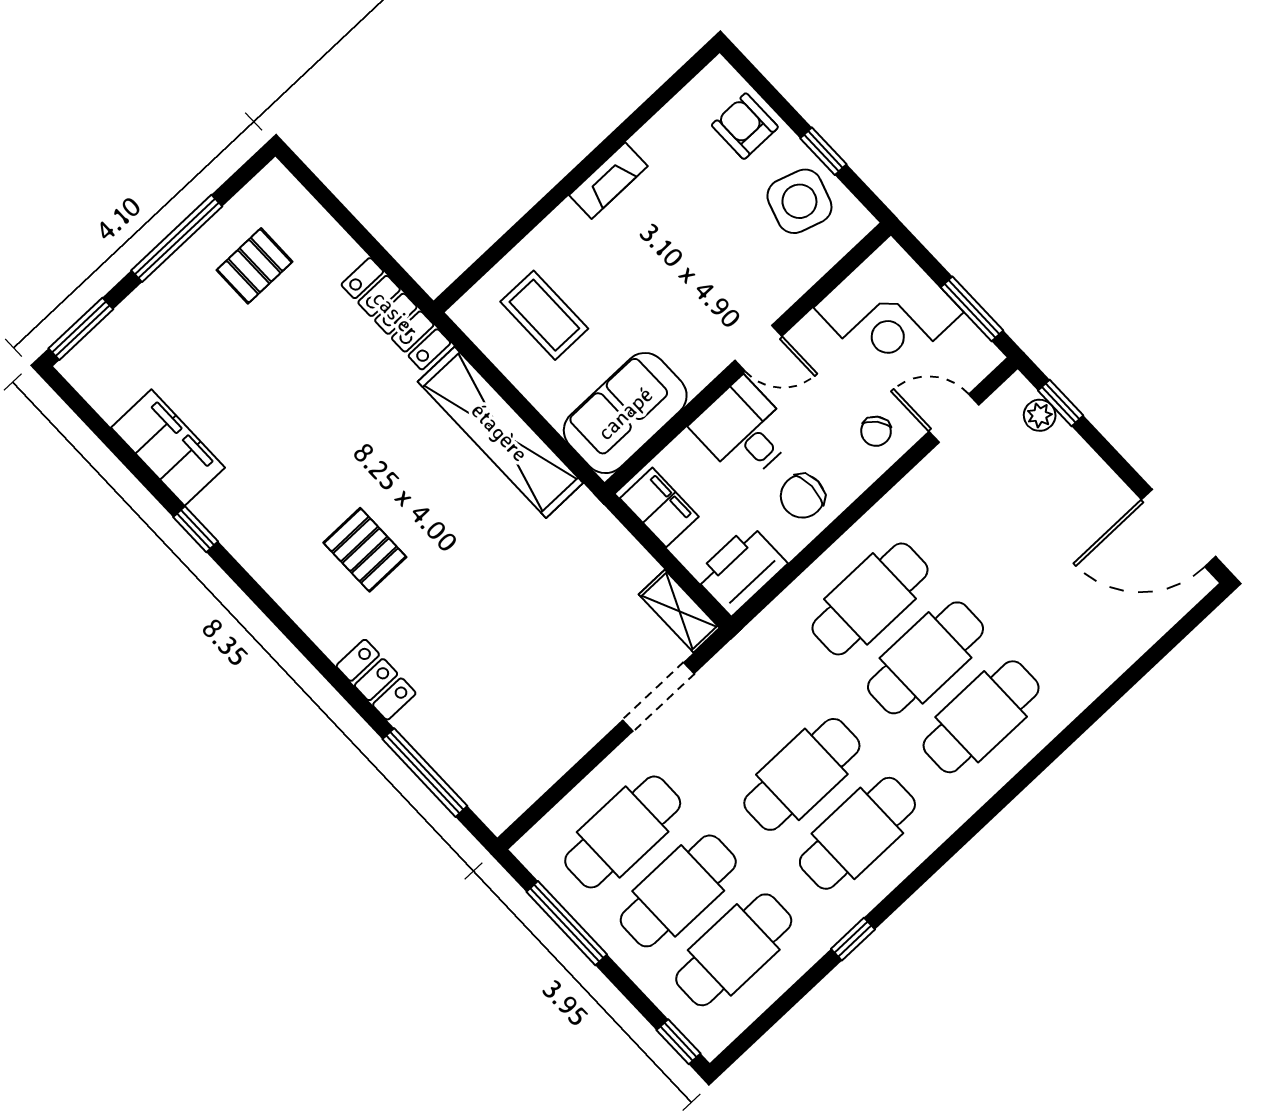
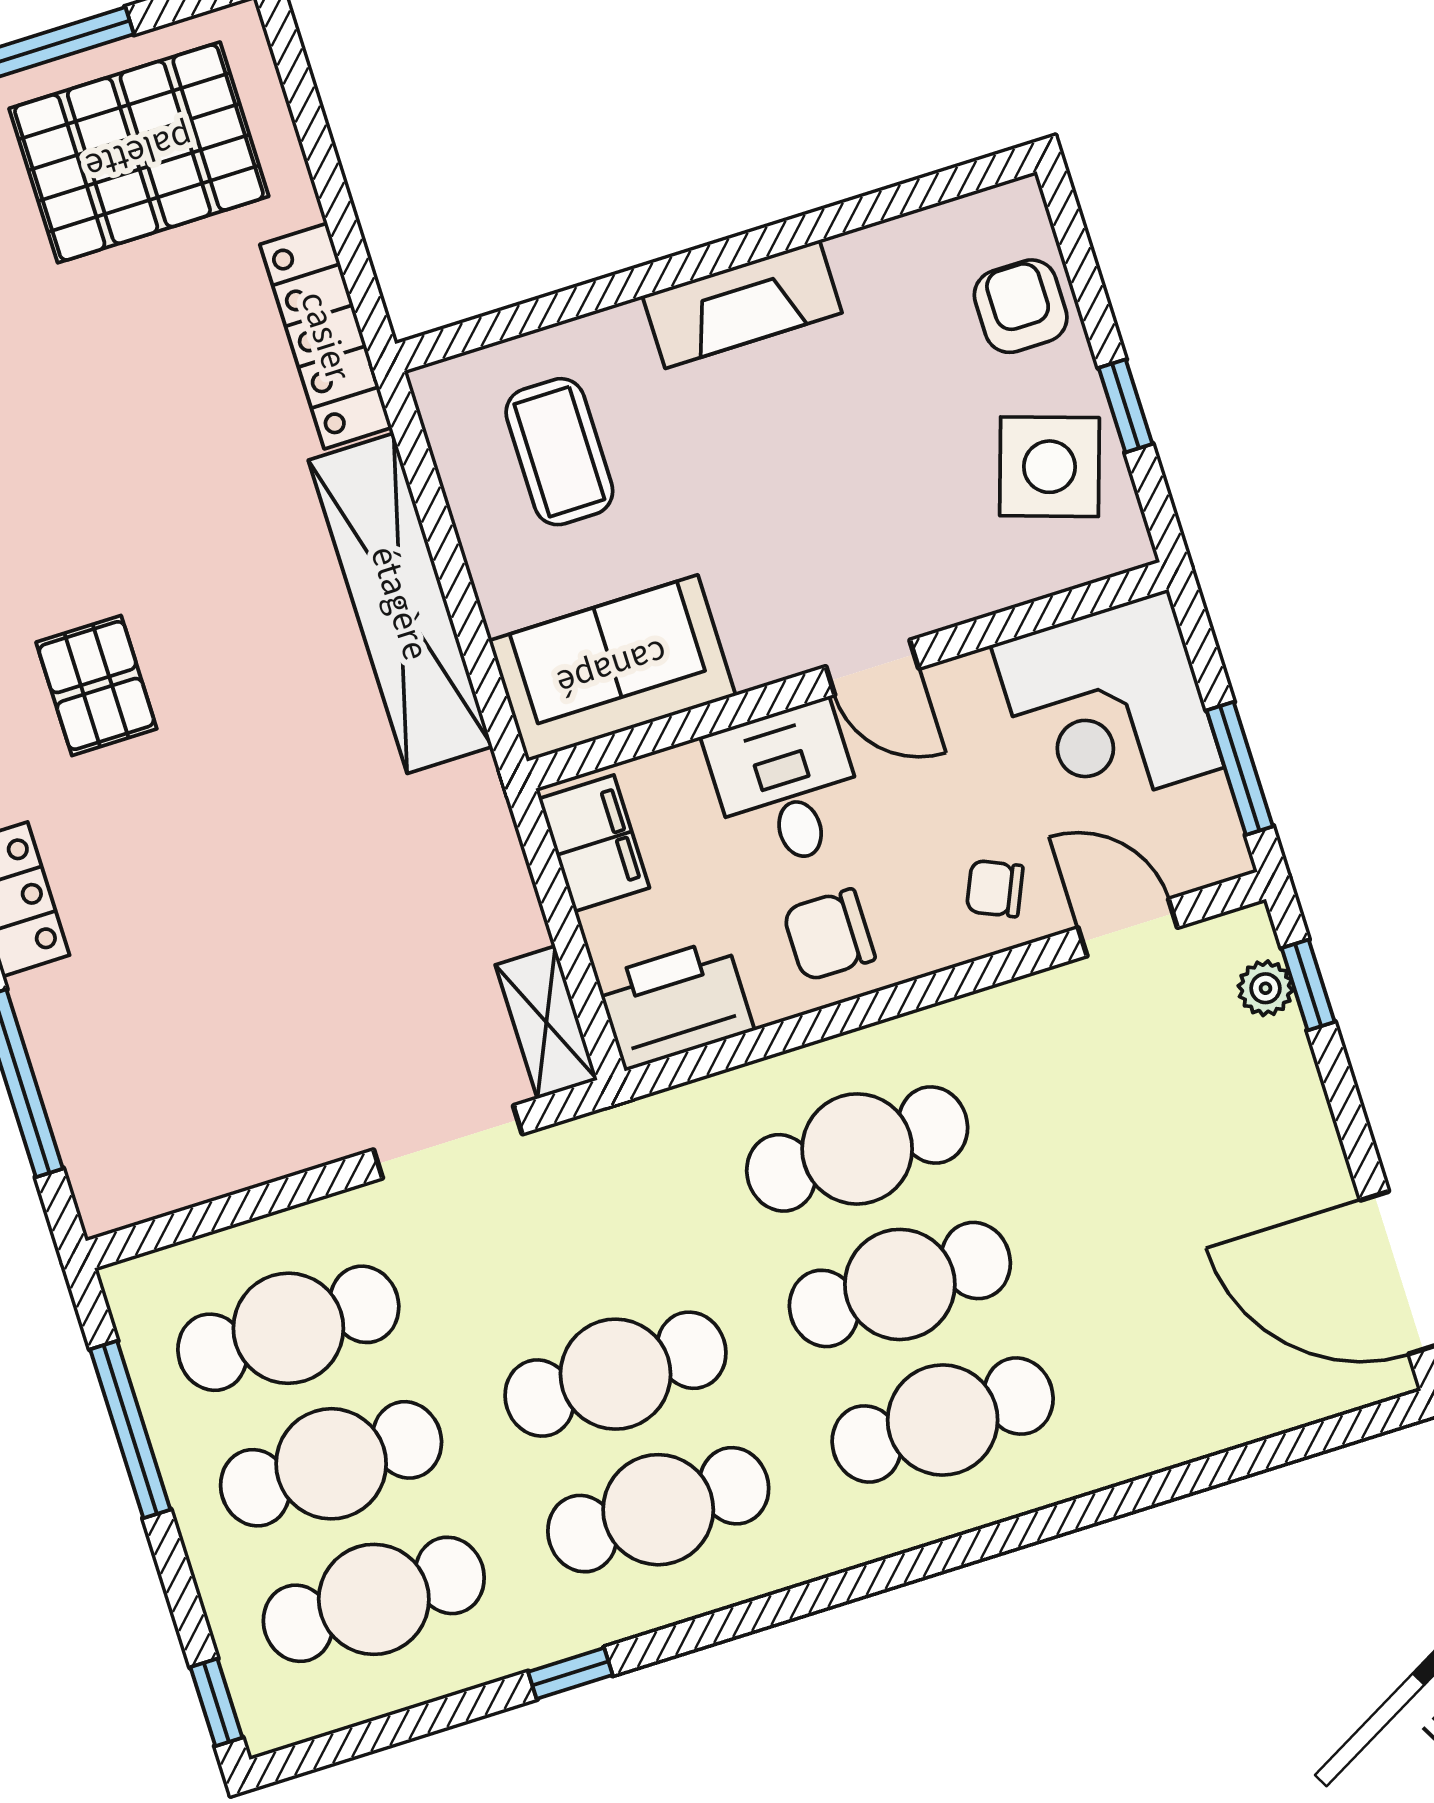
fireplace: (608, 181) -> (742, 304), width x1.37, depth x1.32
pallet: (254, 266) -> (139, 152), width x2.05, depth x2.00
chair: (876, 431) -> (995, 889), turned 63

